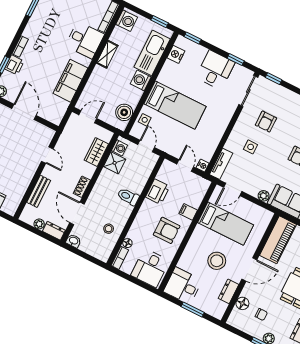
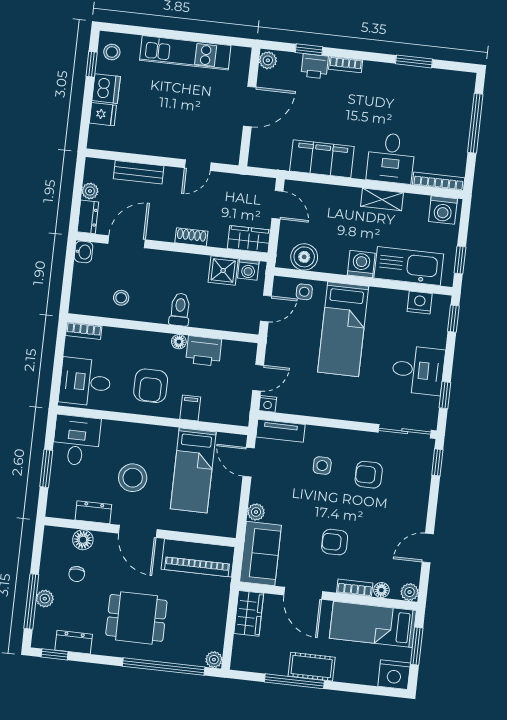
wardrobe: (96, 152) -> (249, 239), moved
shoe rack: (82, 187) -> (191, 237), moved
floor lamp: (127, 243) -> (179, 342), moved

